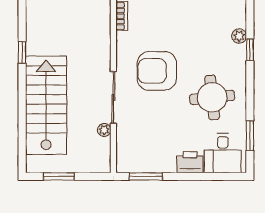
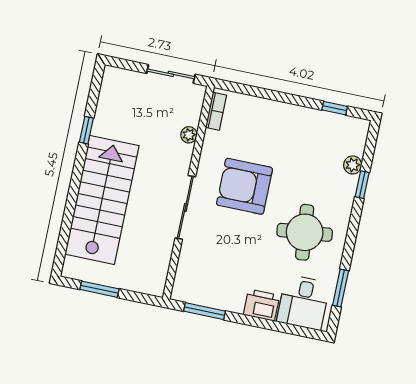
plant: (104, 130) -> (189, 135), moved

